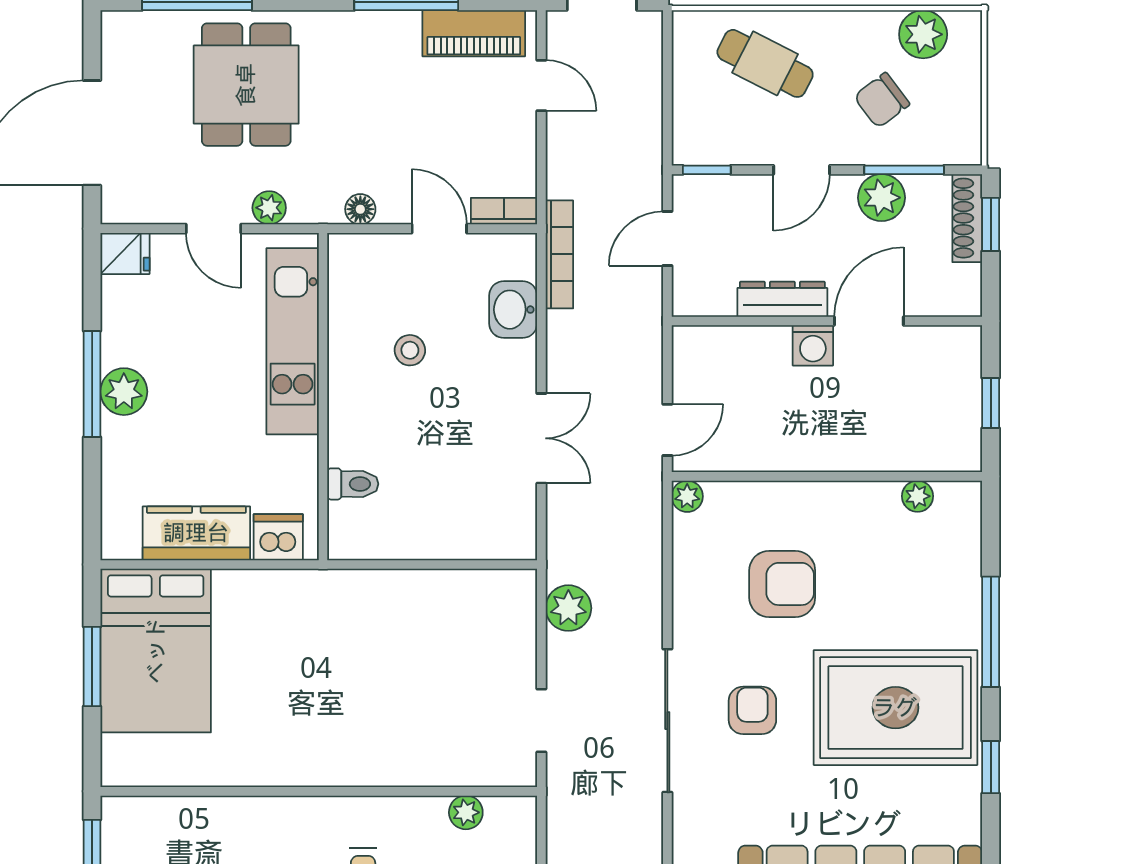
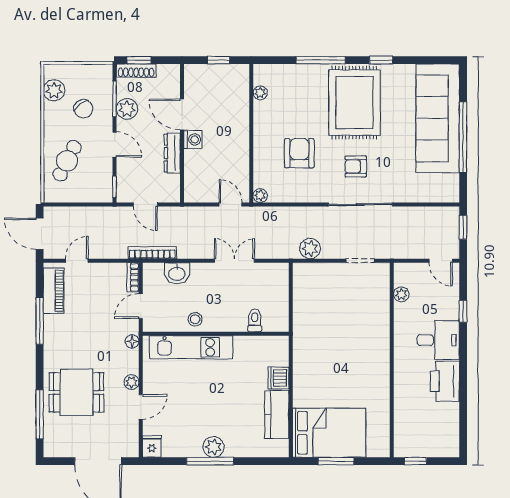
kitchen unit: (293, 341) -> (191, 347), moved
wall: (323, 397) -> (216, 334), moved
toilet: (353, 484) -> (255, 320), moved

